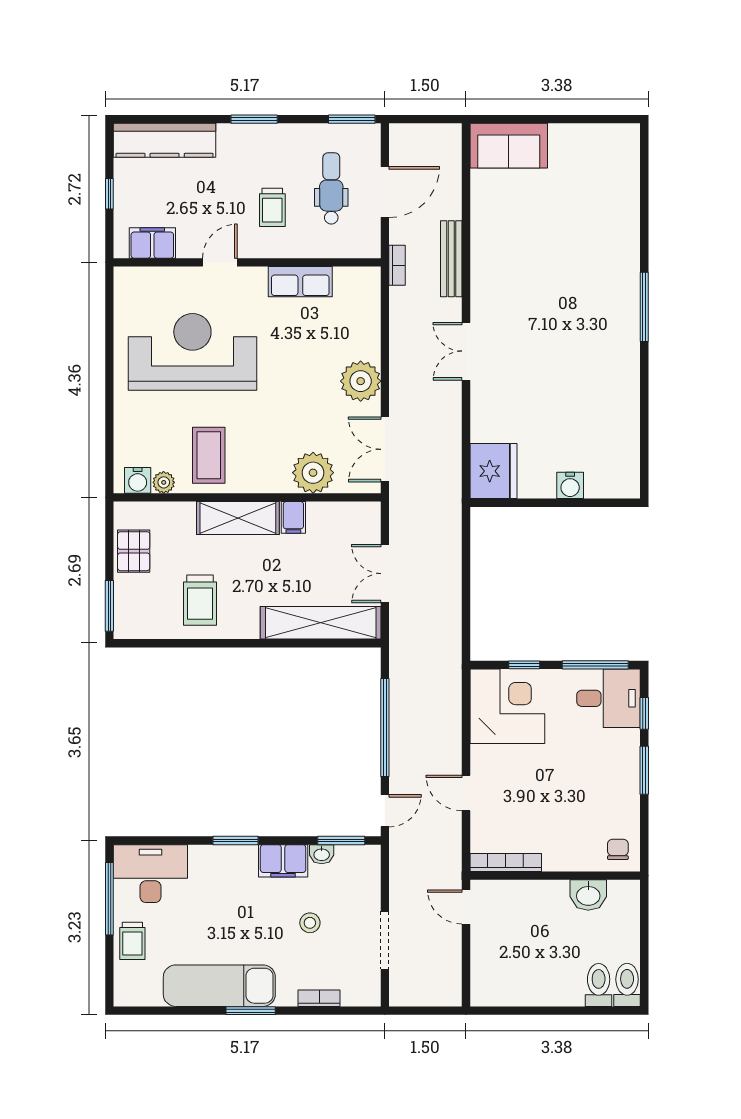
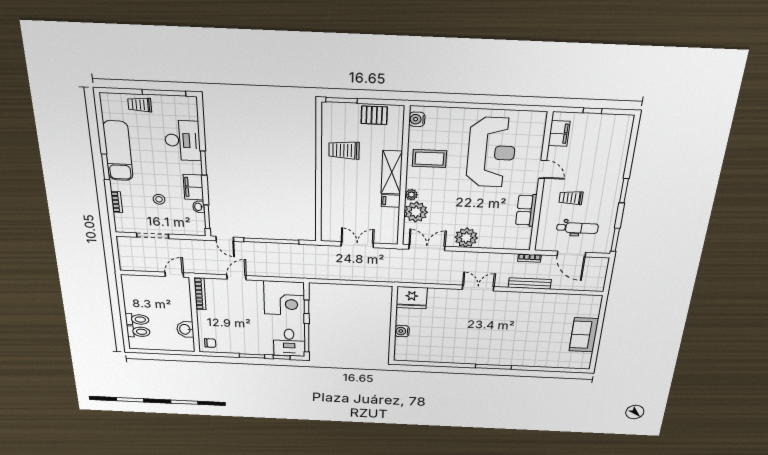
kitchen counter: (165, 140) -> (620, 143), removed
sofa: (509, 146) -> (584, 335), moved
plant: (164, 482) -> (411, 195), moved
shelving: (321, 623) -> (330, 212), removed
desk: (150, 874) -> (183, 140), moved
toilet: (627, 985) -> (137, 319), moved

